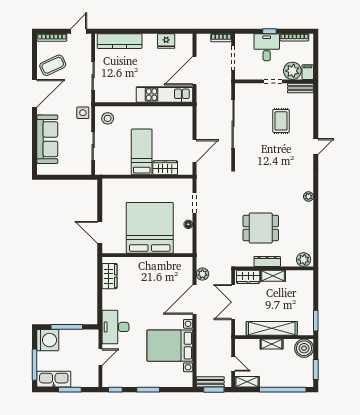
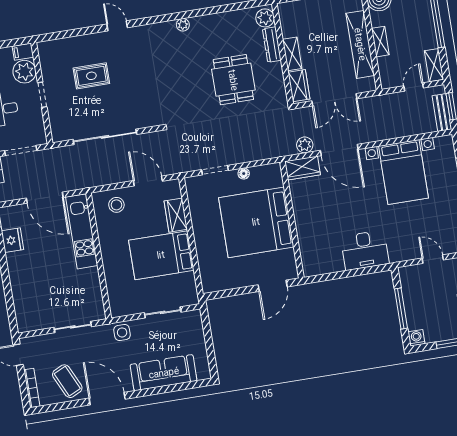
kitchen counter: (120, 41) -> (22, 300), removed
bench: (300, 88) -> (45, 58), removed
stool: (108, 118) -> (116, 205), moved
bed: (142, 152) -> (161, 255), width x1.50
dresser: (267, 261) -> (272, 45), moved
wardrobe: (110, 276) -> (303, 168), moved, turned 180
desk: (115, 327) -> (365, 250), moved
washing machine: (48, 340) -> (416, 338), width x0.53, depth x0.53

